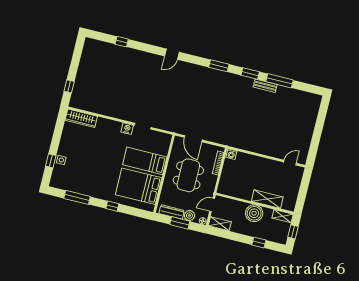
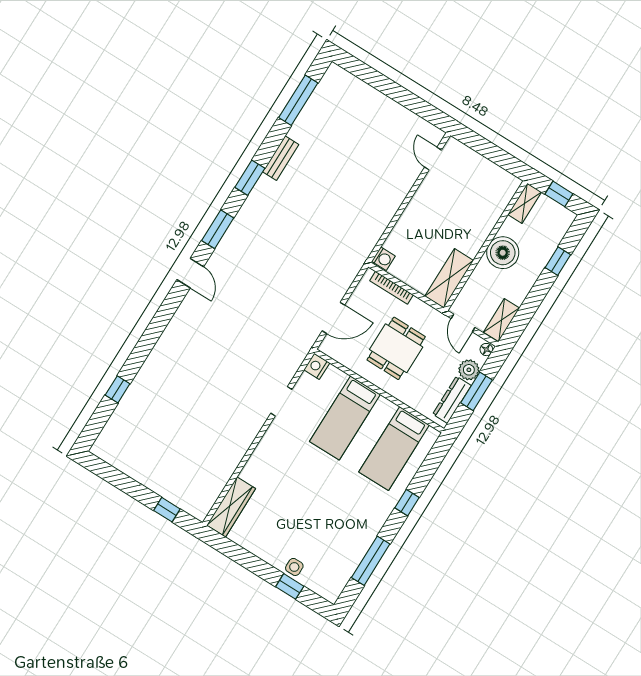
door: (172, 54) -> (190, 273), moved
window: (280, 81) -> (298, 100), moved
nightstand: (127, 129) -> (317, 366), moved
dining table: (188, 175) -> (396, 348), width x0.73
bed: (139, 186) -> (394, 449), width x0.67
shelving: (267, 199) -> (449, 278), moved

